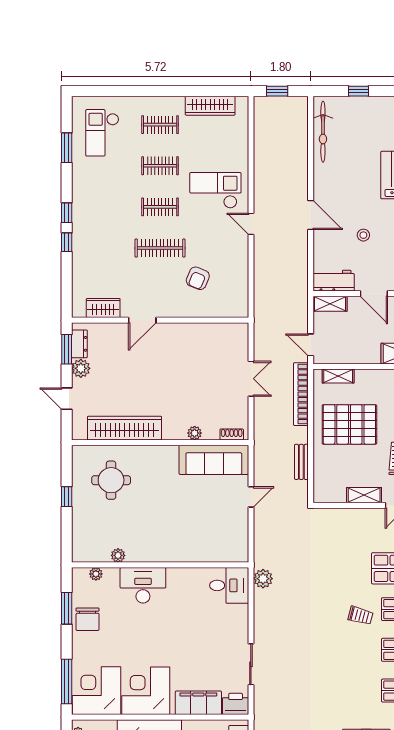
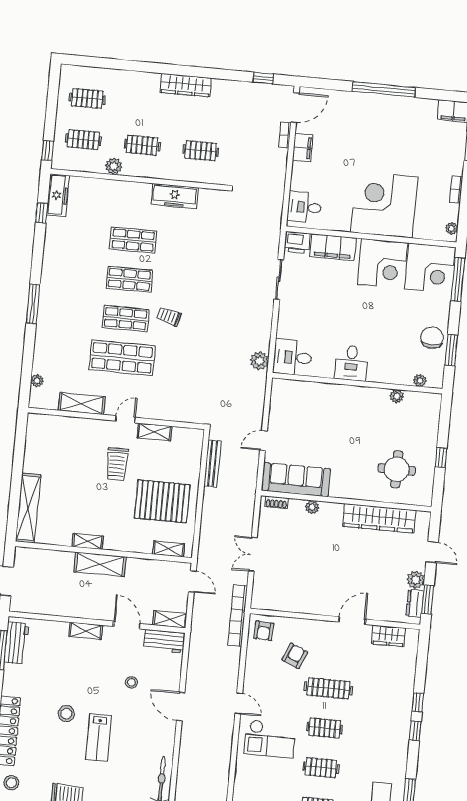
armchair: (232, 301) -> (264, 631), added
bookcase: (301, 394) -> (238, 616), moved, turned 180
bench: (301, 462) -> (212, 463), width x1.36
desk: (143, 585) -> (351, 363), moved, width x0.73

